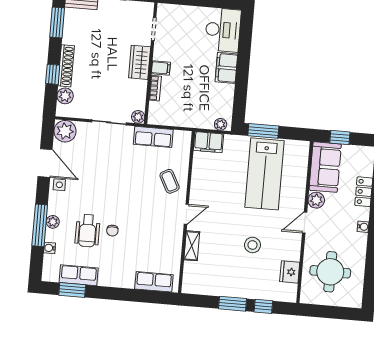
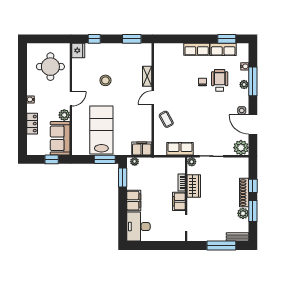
window: (57, 23) -> (253, 211), moved
wardrobe: (140, 62) -> (194, 186), moved
filing cabinet: (161, 68) -> (179, 201), width x2.00
plant: (65, 96) -> (243, 213), moved
window: (240, 103) -> (123, 177), added
fridge: (290, 272) -> (78, 50), moved
row of seats: (154, 282) -> (197, 49), moved
window: (233, 304) -> (132, 39), moved

